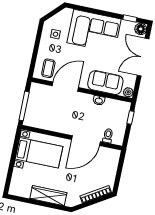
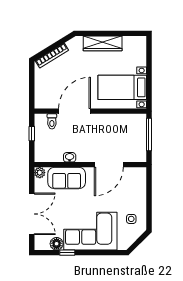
window: (130, 18) -> (67, 253), moved
floor lamp: (141, 29) -> (57, 244), moved
coffee table: (48, 68) -> (131, 181), removed
window: (130, 117) -> (32, 134), moved

